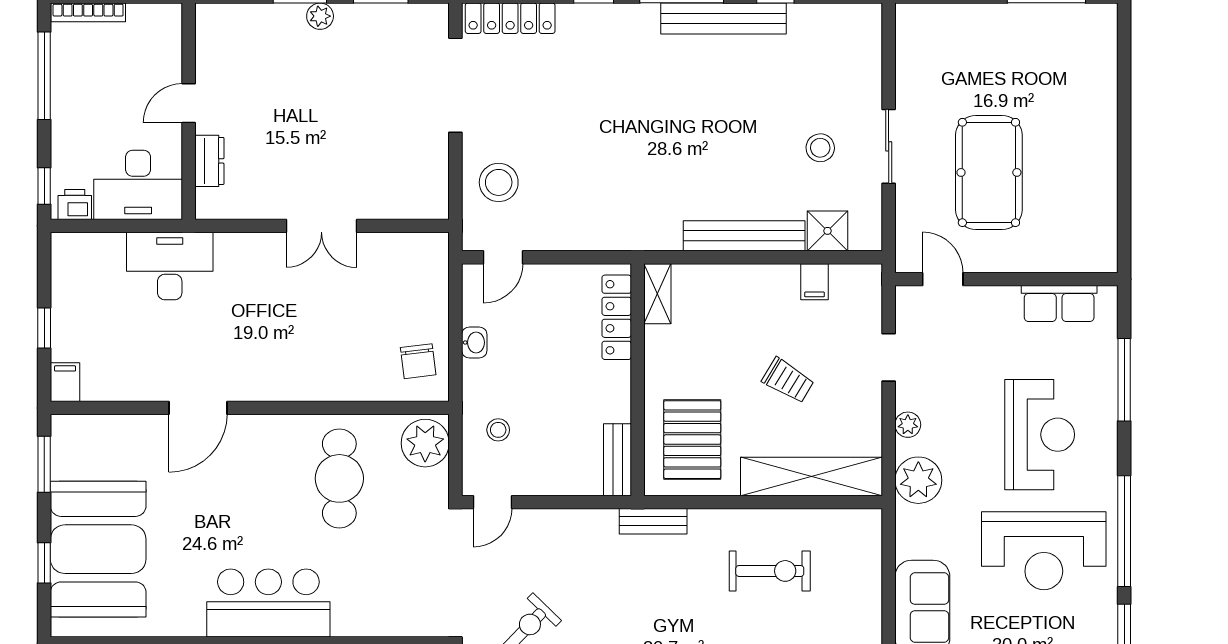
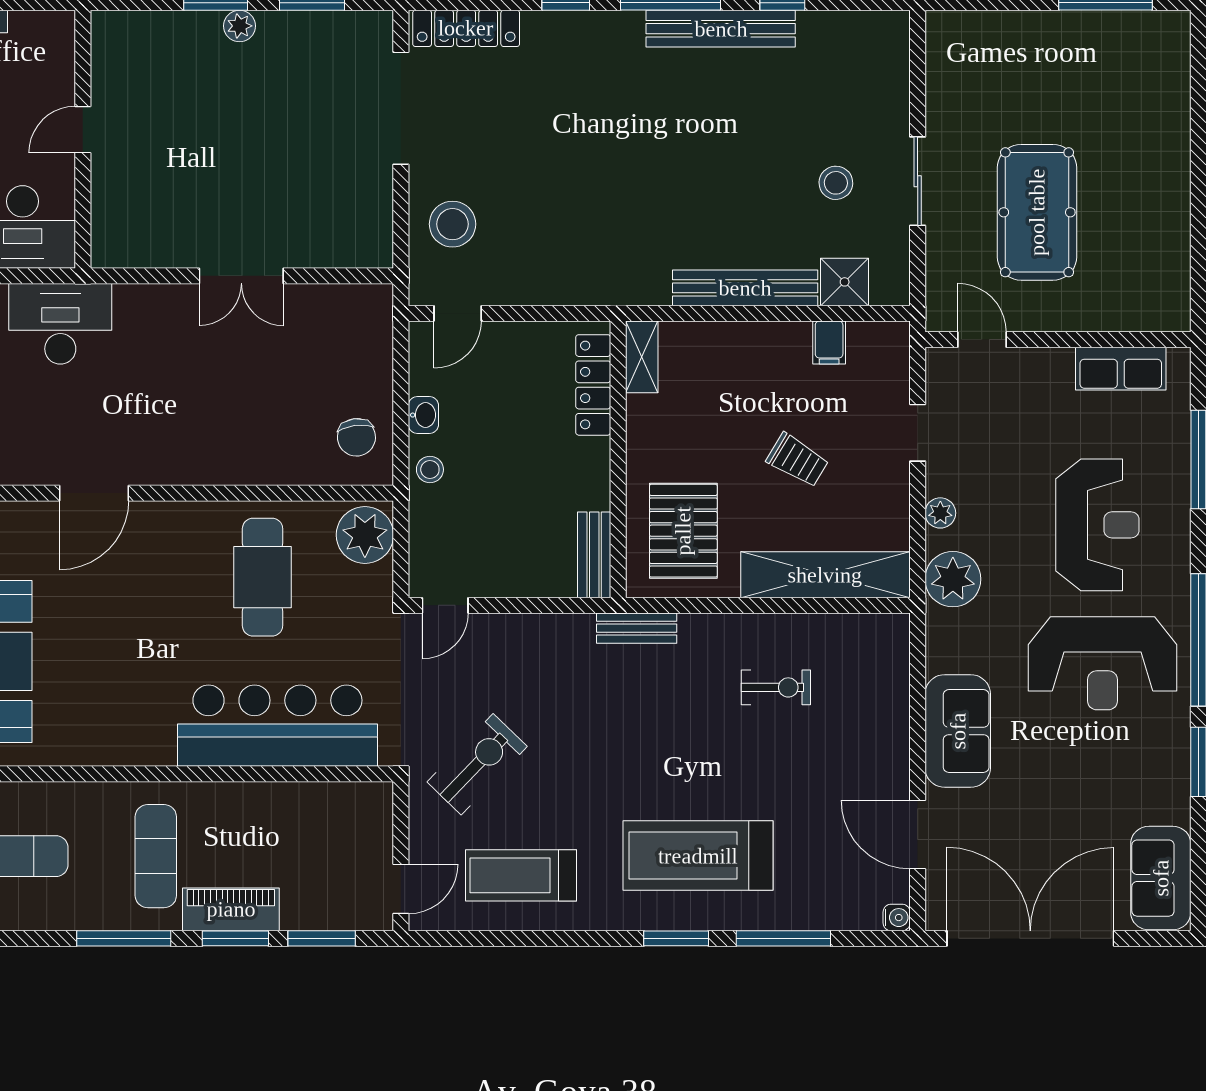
dresser: (209, 161) -> (107, 199), removed
stool: (498, 430) -> (430, 470), moved
exercise bike: (770, 571) -> (776, 687), width x0.73, depth x0.72
bar counter: (268, 603) -> (277, 726), moved, width x1.36

